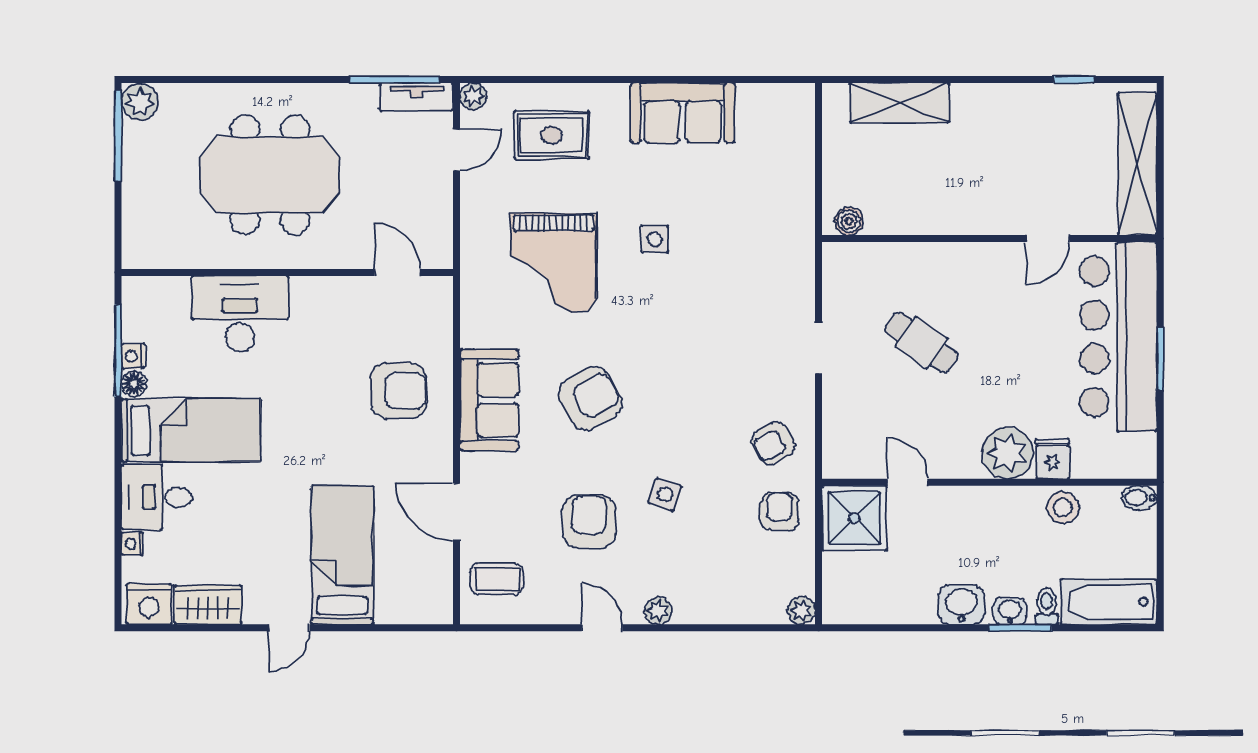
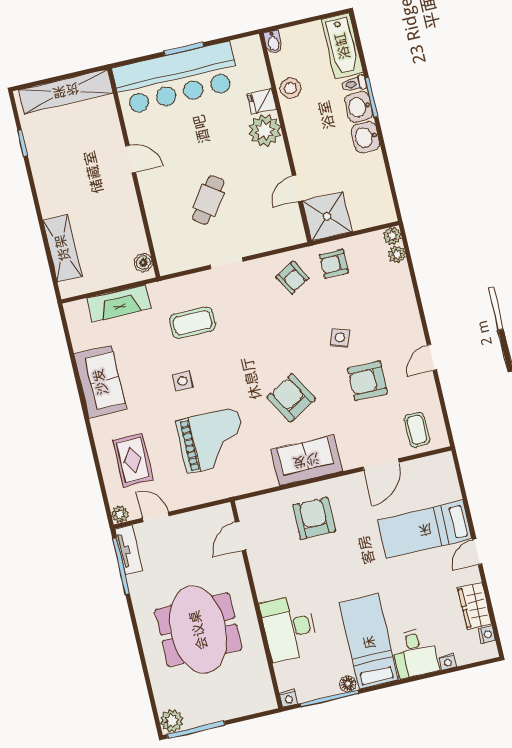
fireplace: (796, 170) -> (119, 303), added
door: (1048, 239) -> (131, 159), moved
coffee table: (740, 275) -> (193, 323), added
nightstand: (133, 356) -> (289, 698), moved
nightstand: (149, 604) -> (487, 635), width x0.53, depth x0.56
plant: (658, 611) -> (397, 254), moved
washbasin: (1010, 611) -> (359, 107), width x1.38, depth x1.45
door: (289, 628) -> (477, 552), swing flipped

